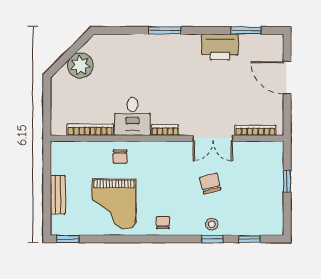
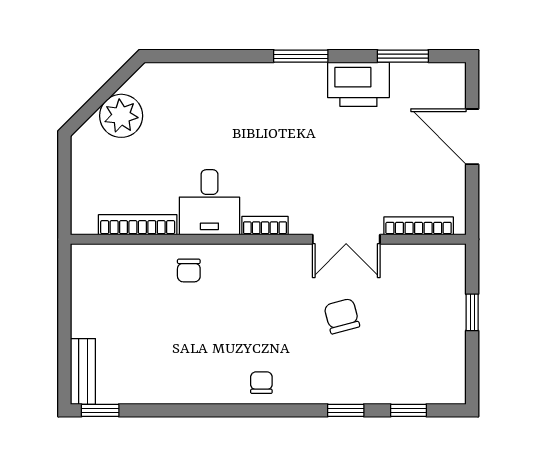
window: (165, 30) -> (301, 56), moved
bench: (58, 195) -> (83, 371), moved
grand piano: (114, 204) -> (178, 351), removed
stool: (212, 224) -> (344, 385), removed

